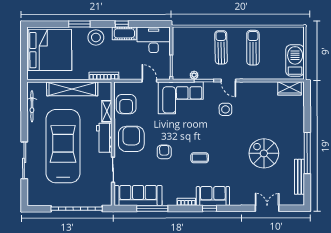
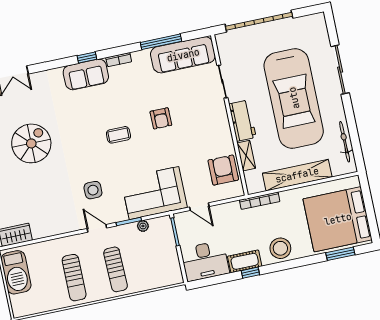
window: (79, 24) -> (340, 254), moved
armchair: (131, 139) -> (207, 126), removed
spiral stairs: (264, 153) -> (31, 143), turned -90
coffee table: (200, 158) -> (118, 135), moved

